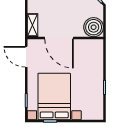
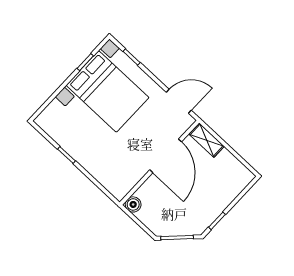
boiler: (94, 27) -> (133, 204), width x0.54, depth x0.54
door: (59, 38) -> (166, 156), swing flipped

